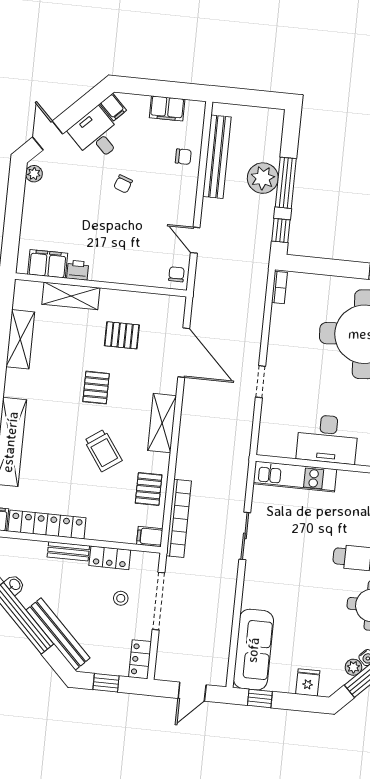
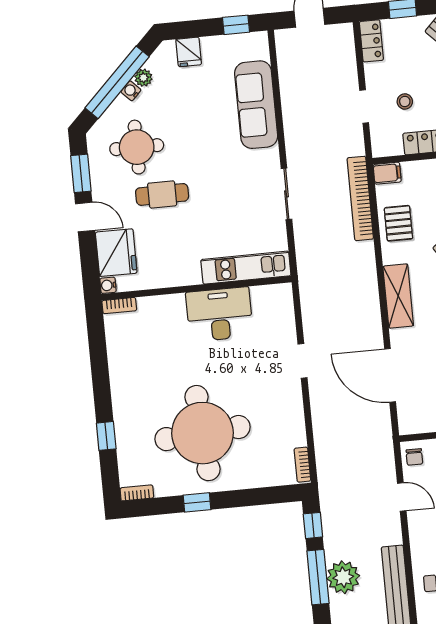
doorway: (159, 601) -> (364, 107), width x0.53
sofa: (253, 650) -> (256, 105), moved

